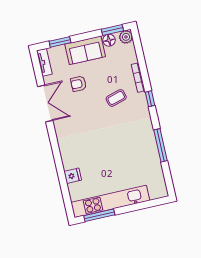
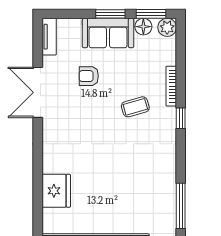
window: (60, 42) -> (110, 14), moved
double door: (45, 103) -> (38, 92), swing flipped
window: (161, 145) -> (181, 206), moved
fridge: (73, 176) -> (56, 191), width x1.88, depth x1.34

